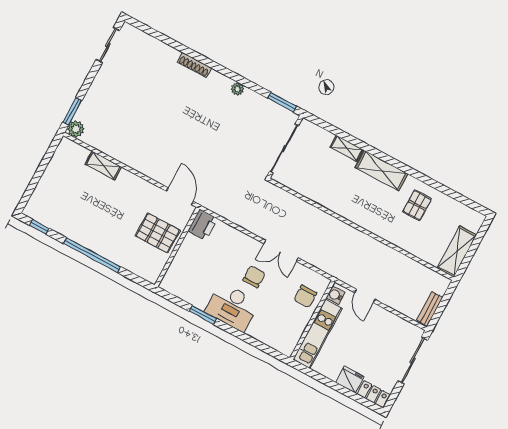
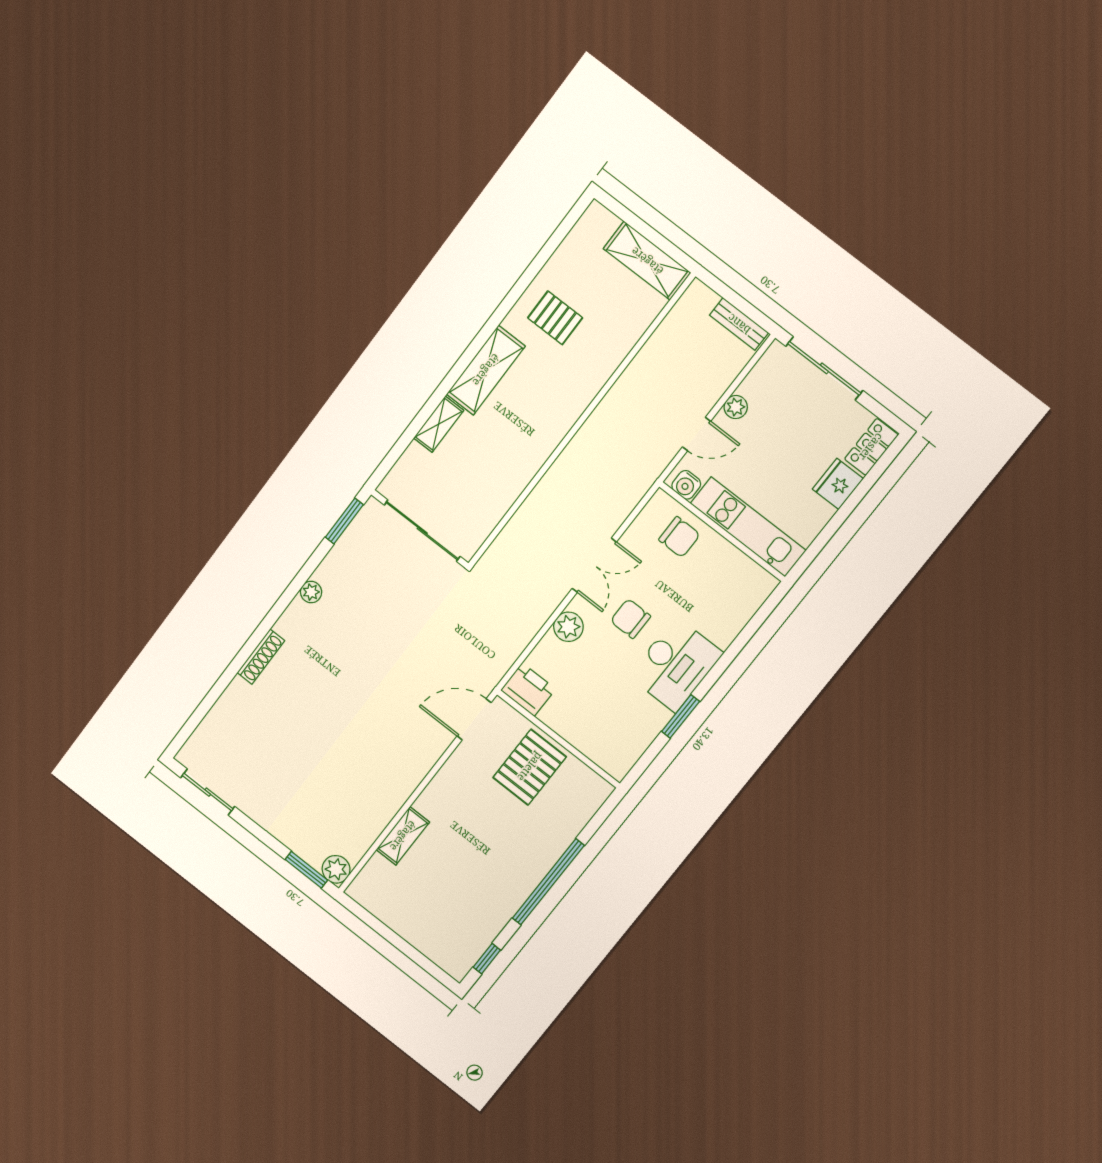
plant: (243, 242) -> (568, 627), added
plant: (383, 315) -> (736, 407), added

